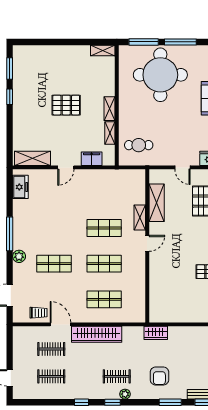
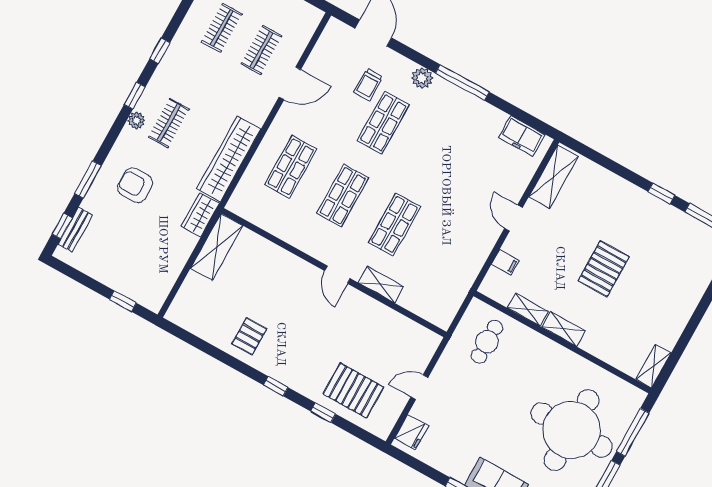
filing cabinet: (92, 159) -> (505, 262), width x0.50
shelving: (157, 203) -> (217, 247), moved, turned 90
trolley: (39, 313) -> (368, 85), moved
wardrobe: (97, 334) -> (229, 159), moved

